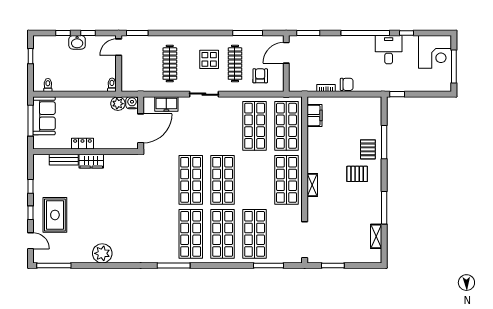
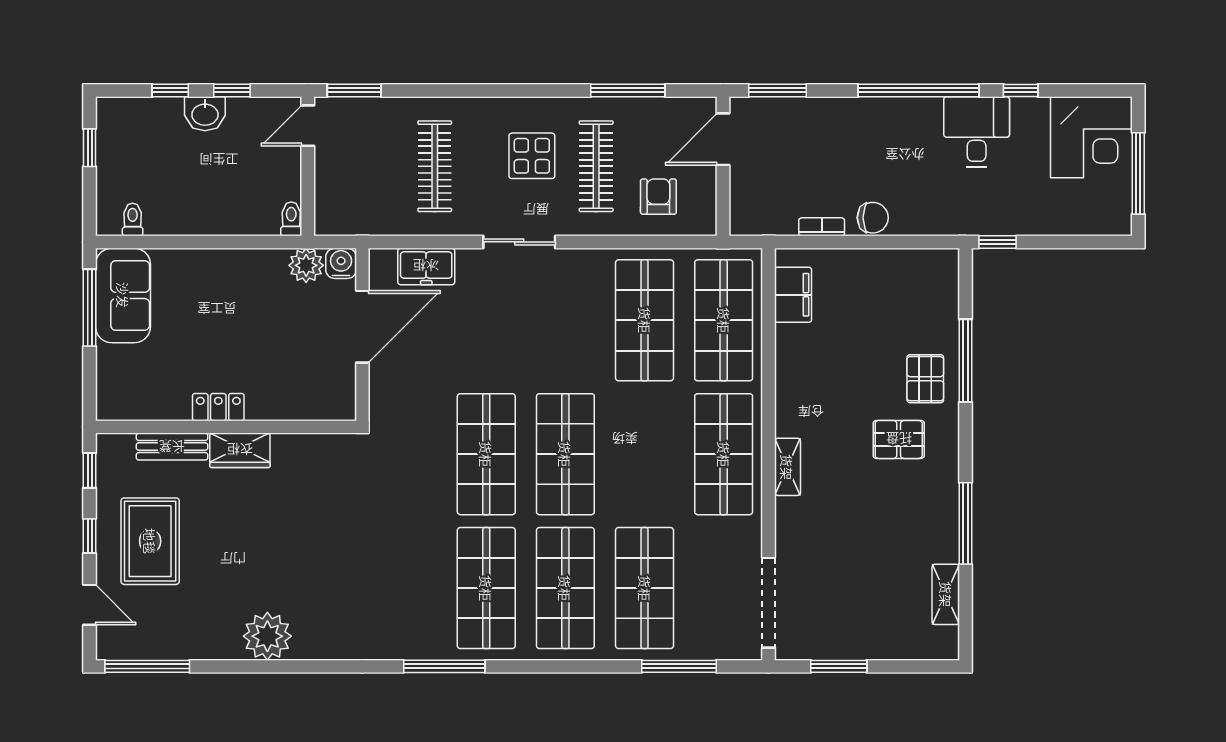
locker: (82, 144) -> (218, 407), moved
wall: (86, 152) -> (226, 427), moved
bench: (64, 160) -> (172, 447), moved
wardrobe: (91, 161) -> (240, 450), moved

